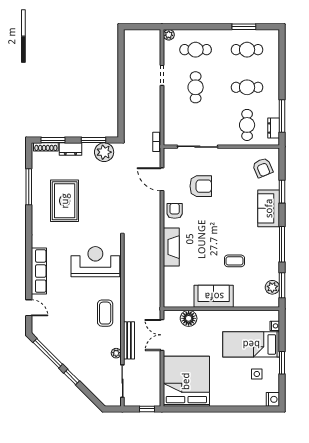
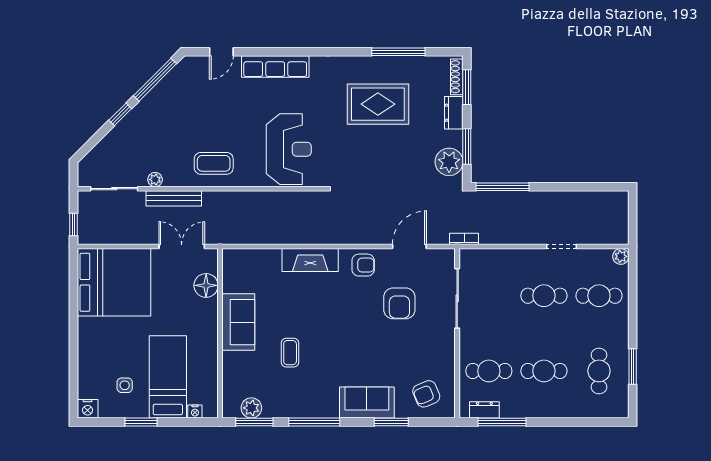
cafe table: (196, 50) -> (599, 296), turned 90
cafe table: (247, 87) -> (544, 371), turned 90
window: (121, 116) -> (502, 187), added

